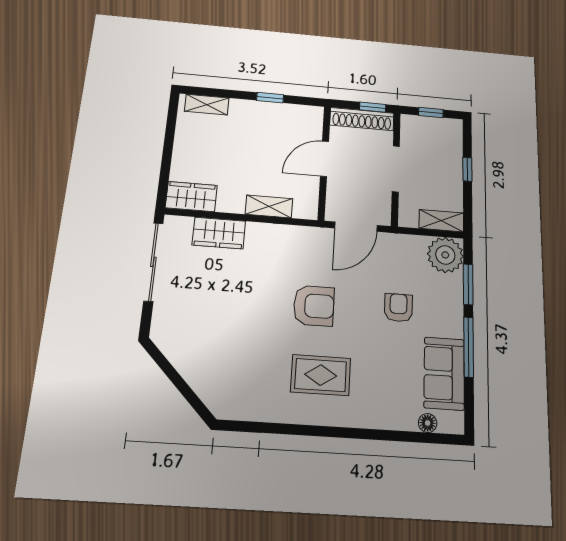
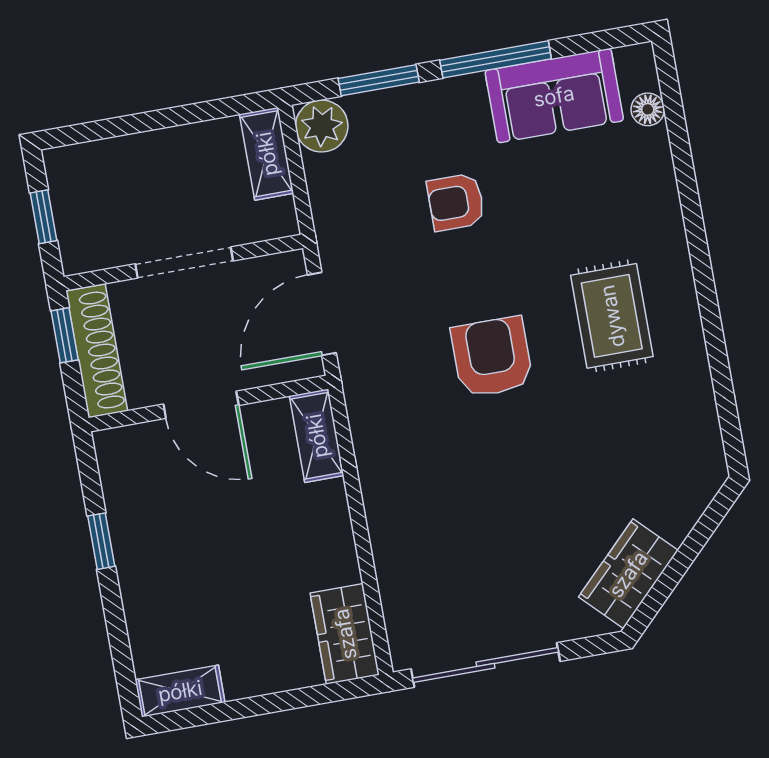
shelving: (207, 105) -> (180, 691), moved, turned 90
window: (467, 169) -> (146, 122), removed
shelving: (269, 206) -> (317, 436), moved
door: (356, 227) -> (322, 314), swing flipped
wardrobe: (219, 233) -> (628, 574), moved, turned -135
plant: (445, 255) -> (322, 126), width x0.73, depth x0.73

